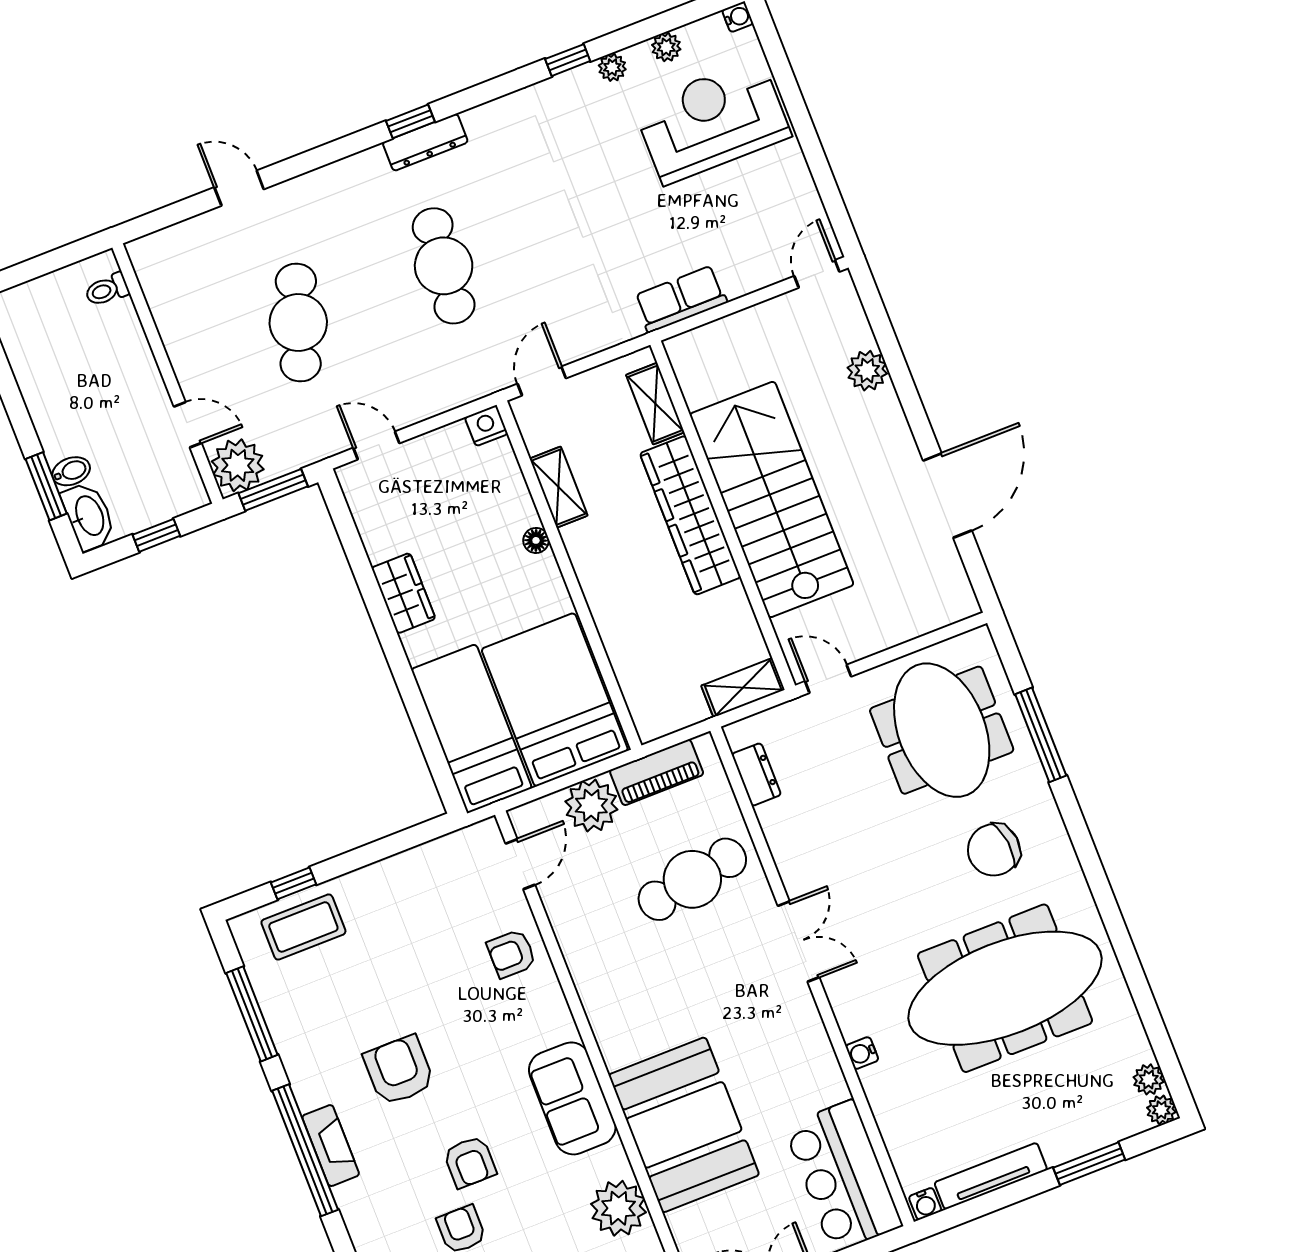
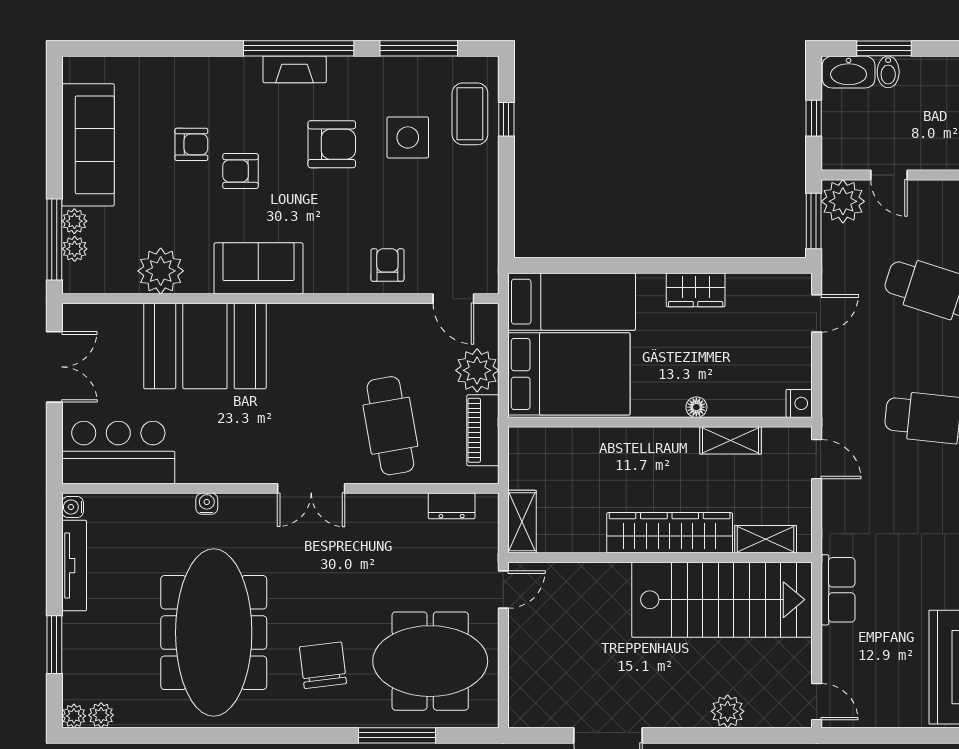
door: (188, 425) -> (889, 175), hinge flipped
stairs: (772, 500) -> (722, 600), moved
side table: (358, 987) -> (408, 137), added

